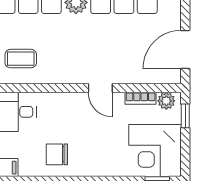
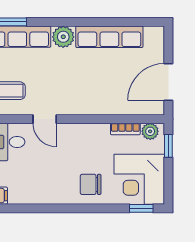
door: (100, 88) -> (45, 119), moved
chair: (57, 154) -> (91, 184), moved

